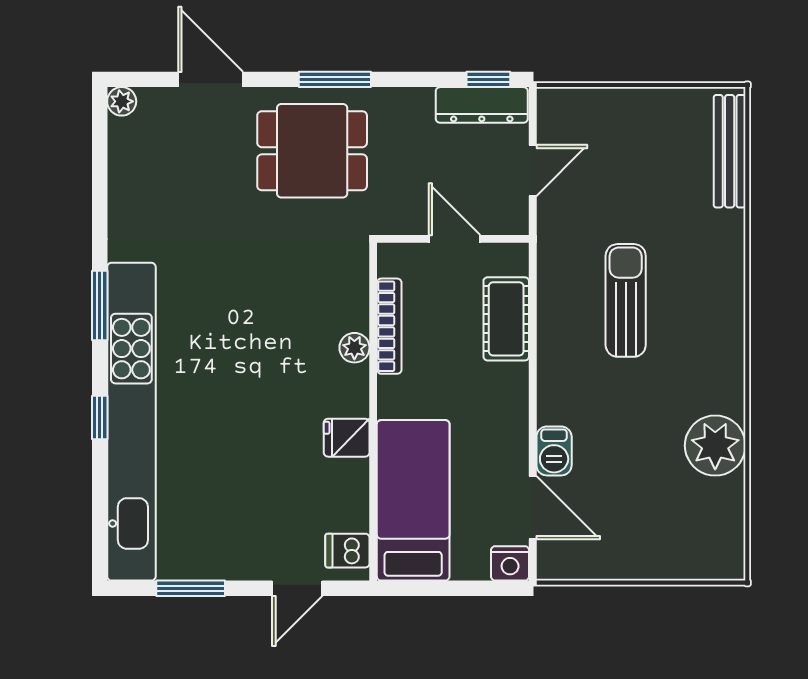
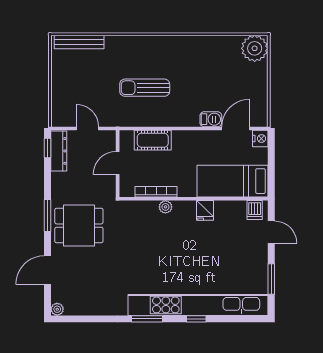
dining table: (312, 151) -> (79, 226), turned 90
plant: (715, 446) -> (255, 48), moved

